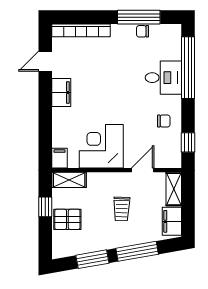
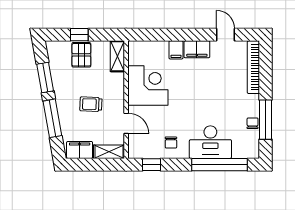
desk: (163, 78) -> (210, 142), width x1.37
filing cabinet: (60, 158) -> (176, 50), moved, turned 90
window: (45, 207) -> (79, 35), moved

